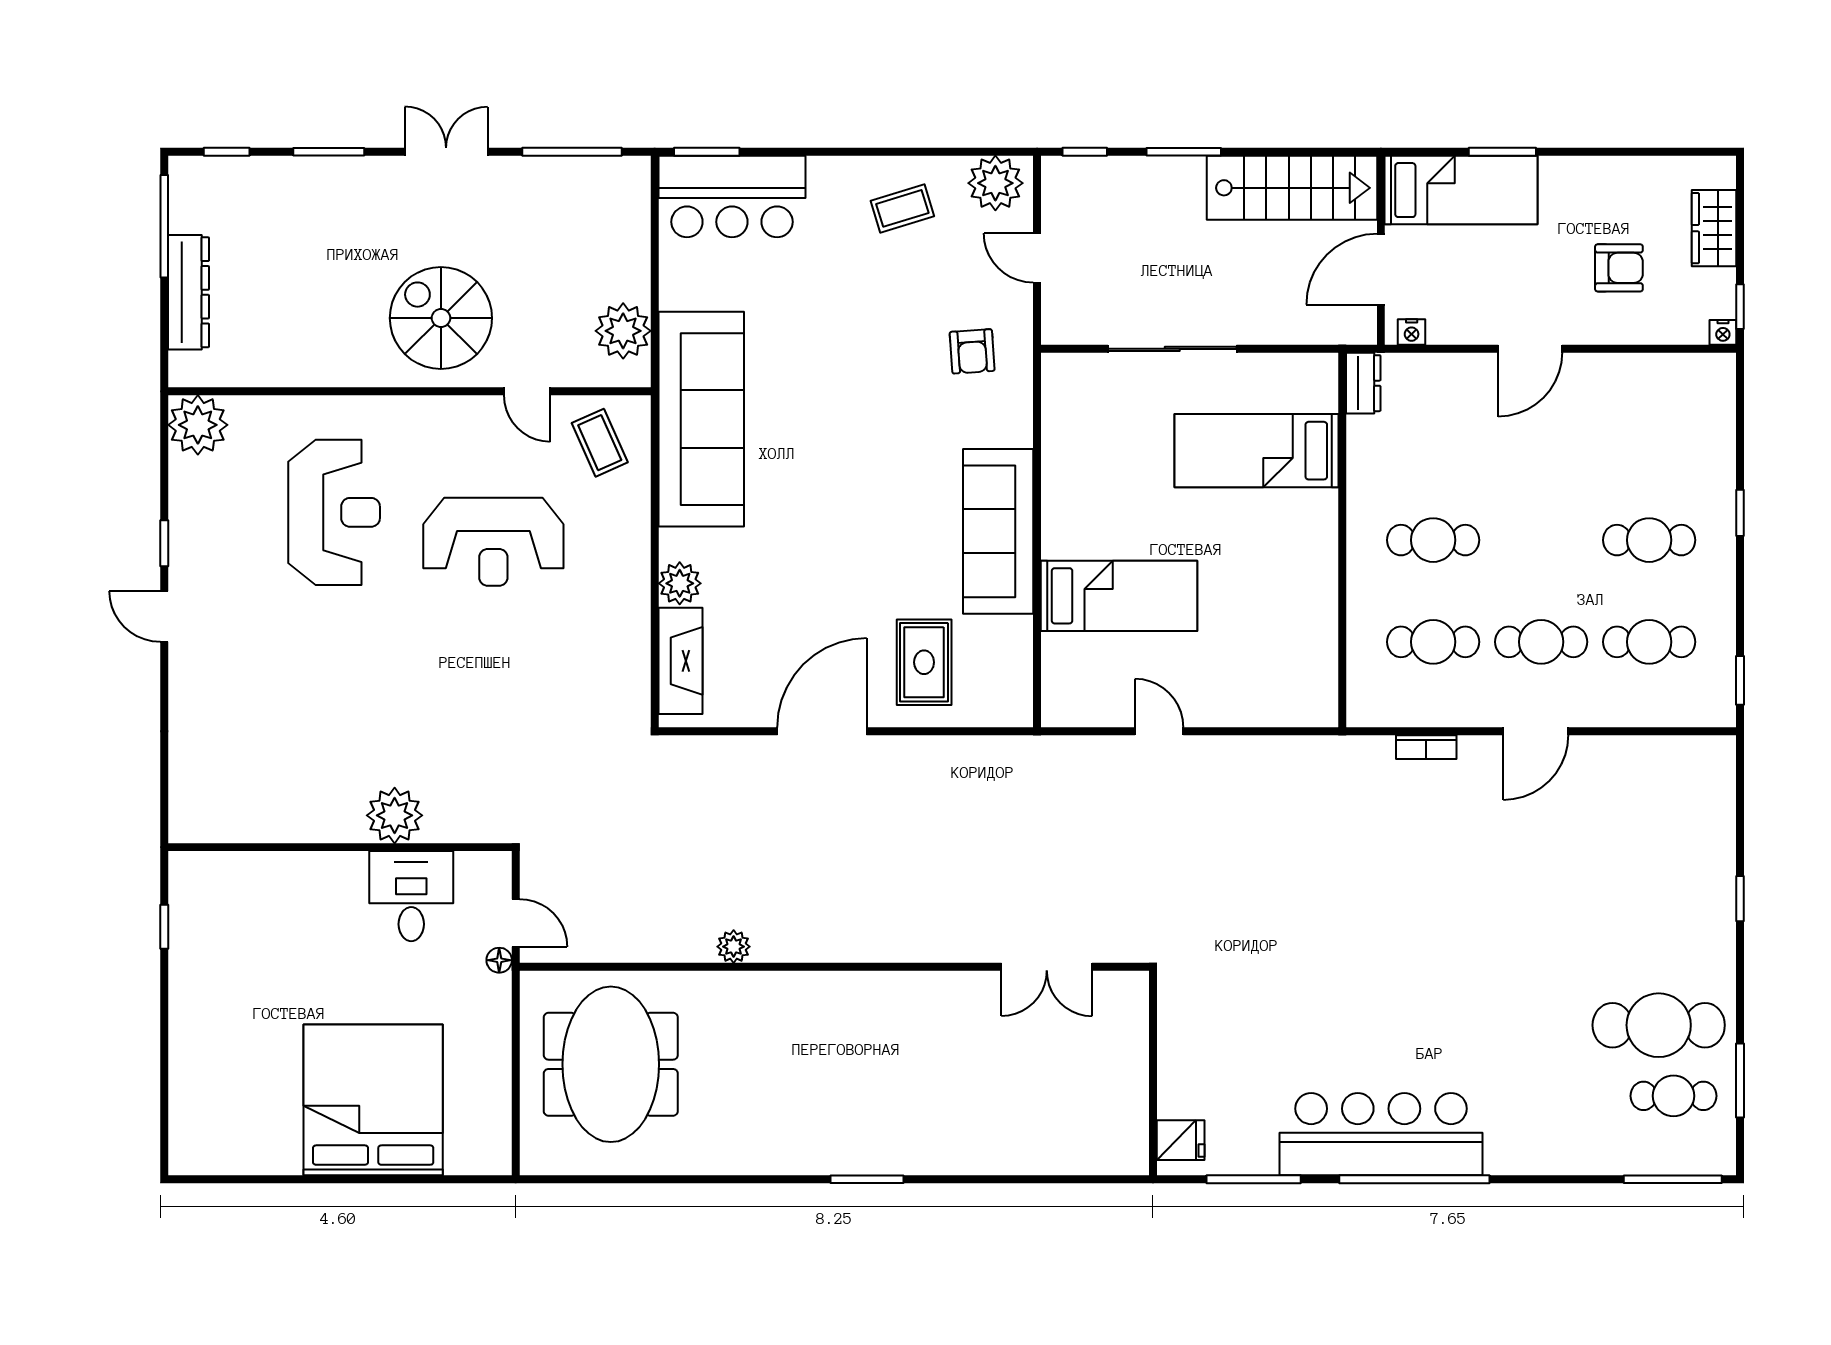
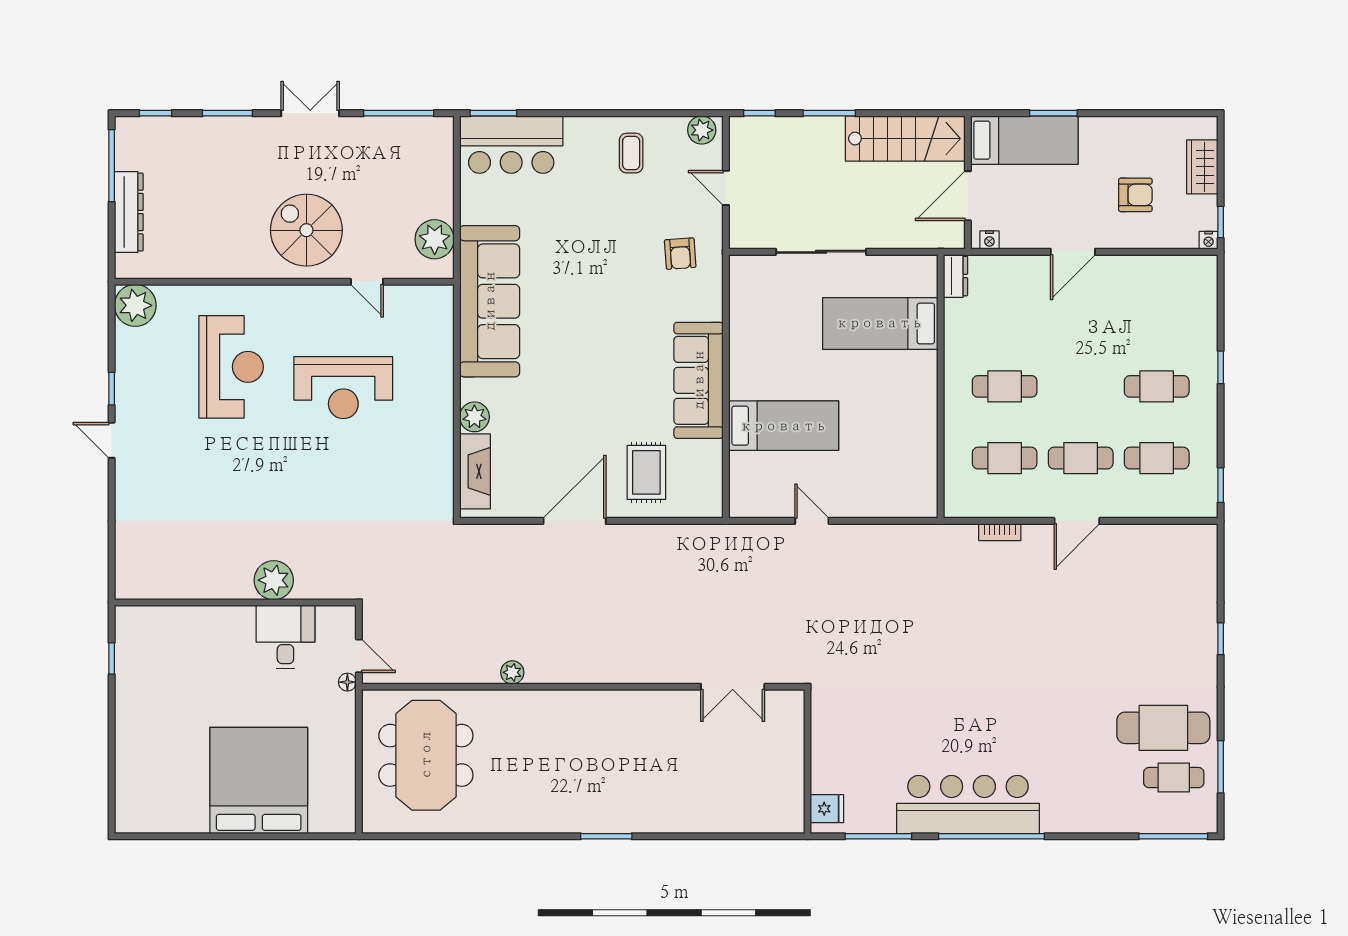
plant: (995, 183) -> (702, 130), width x0.73, depth x0.73
coffee table: (902, 208) -> (631, 153), turned -73
coffee table: (600, 443) -> (418, 318), removed

